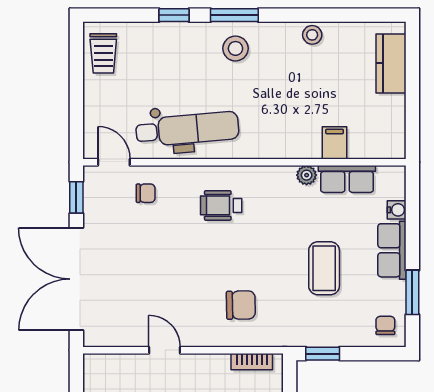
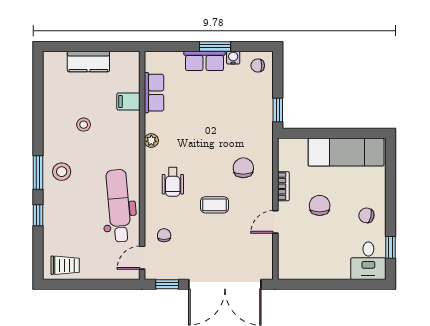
stool: (312, 35) -> (84, 125), moved
kitchen counter: (391, 63) -> (88, 61), moved
plant: (307, 175) -> (151, 141), moved
water cooler: (397, 210) -> (233, 58), moved
coffee table: (324, 268) -> (214, 205), moved, width x0.73, depth x0.77
window: (412, 292) -> (215, 46), moved
bookcase: (252, 362) -> (283, 186), moved

